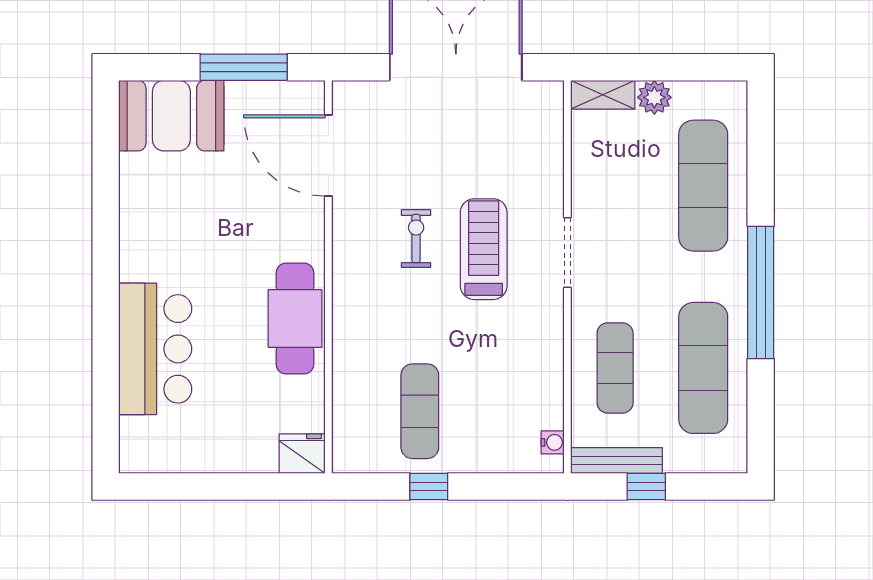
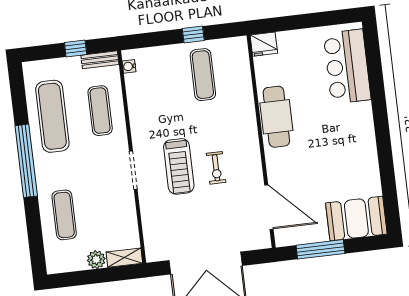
exercise mat: (703, 186) -> (64, 215), width x0.73, depth x0.69
bar counter: (155, 349) -> (347, 67), moved
bench: (617, 460) -> (100, 60), width x0.73

